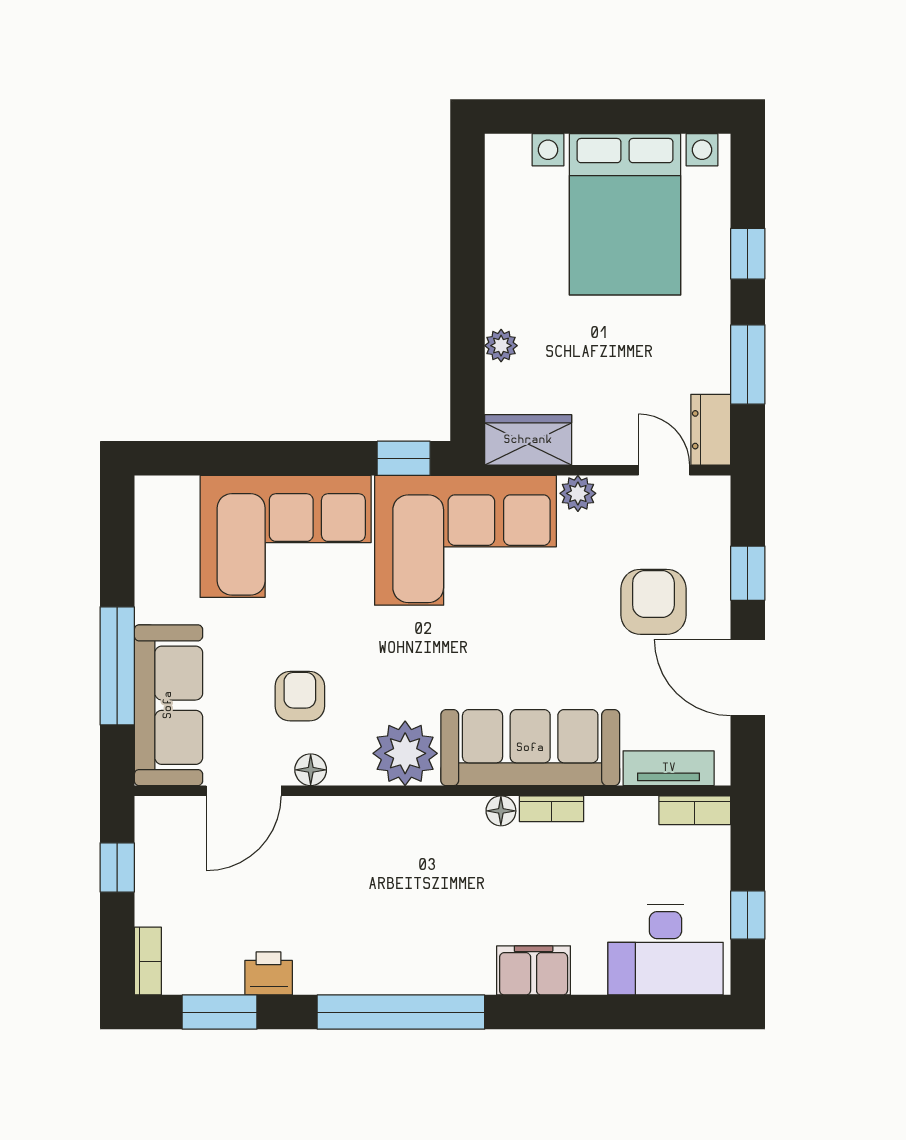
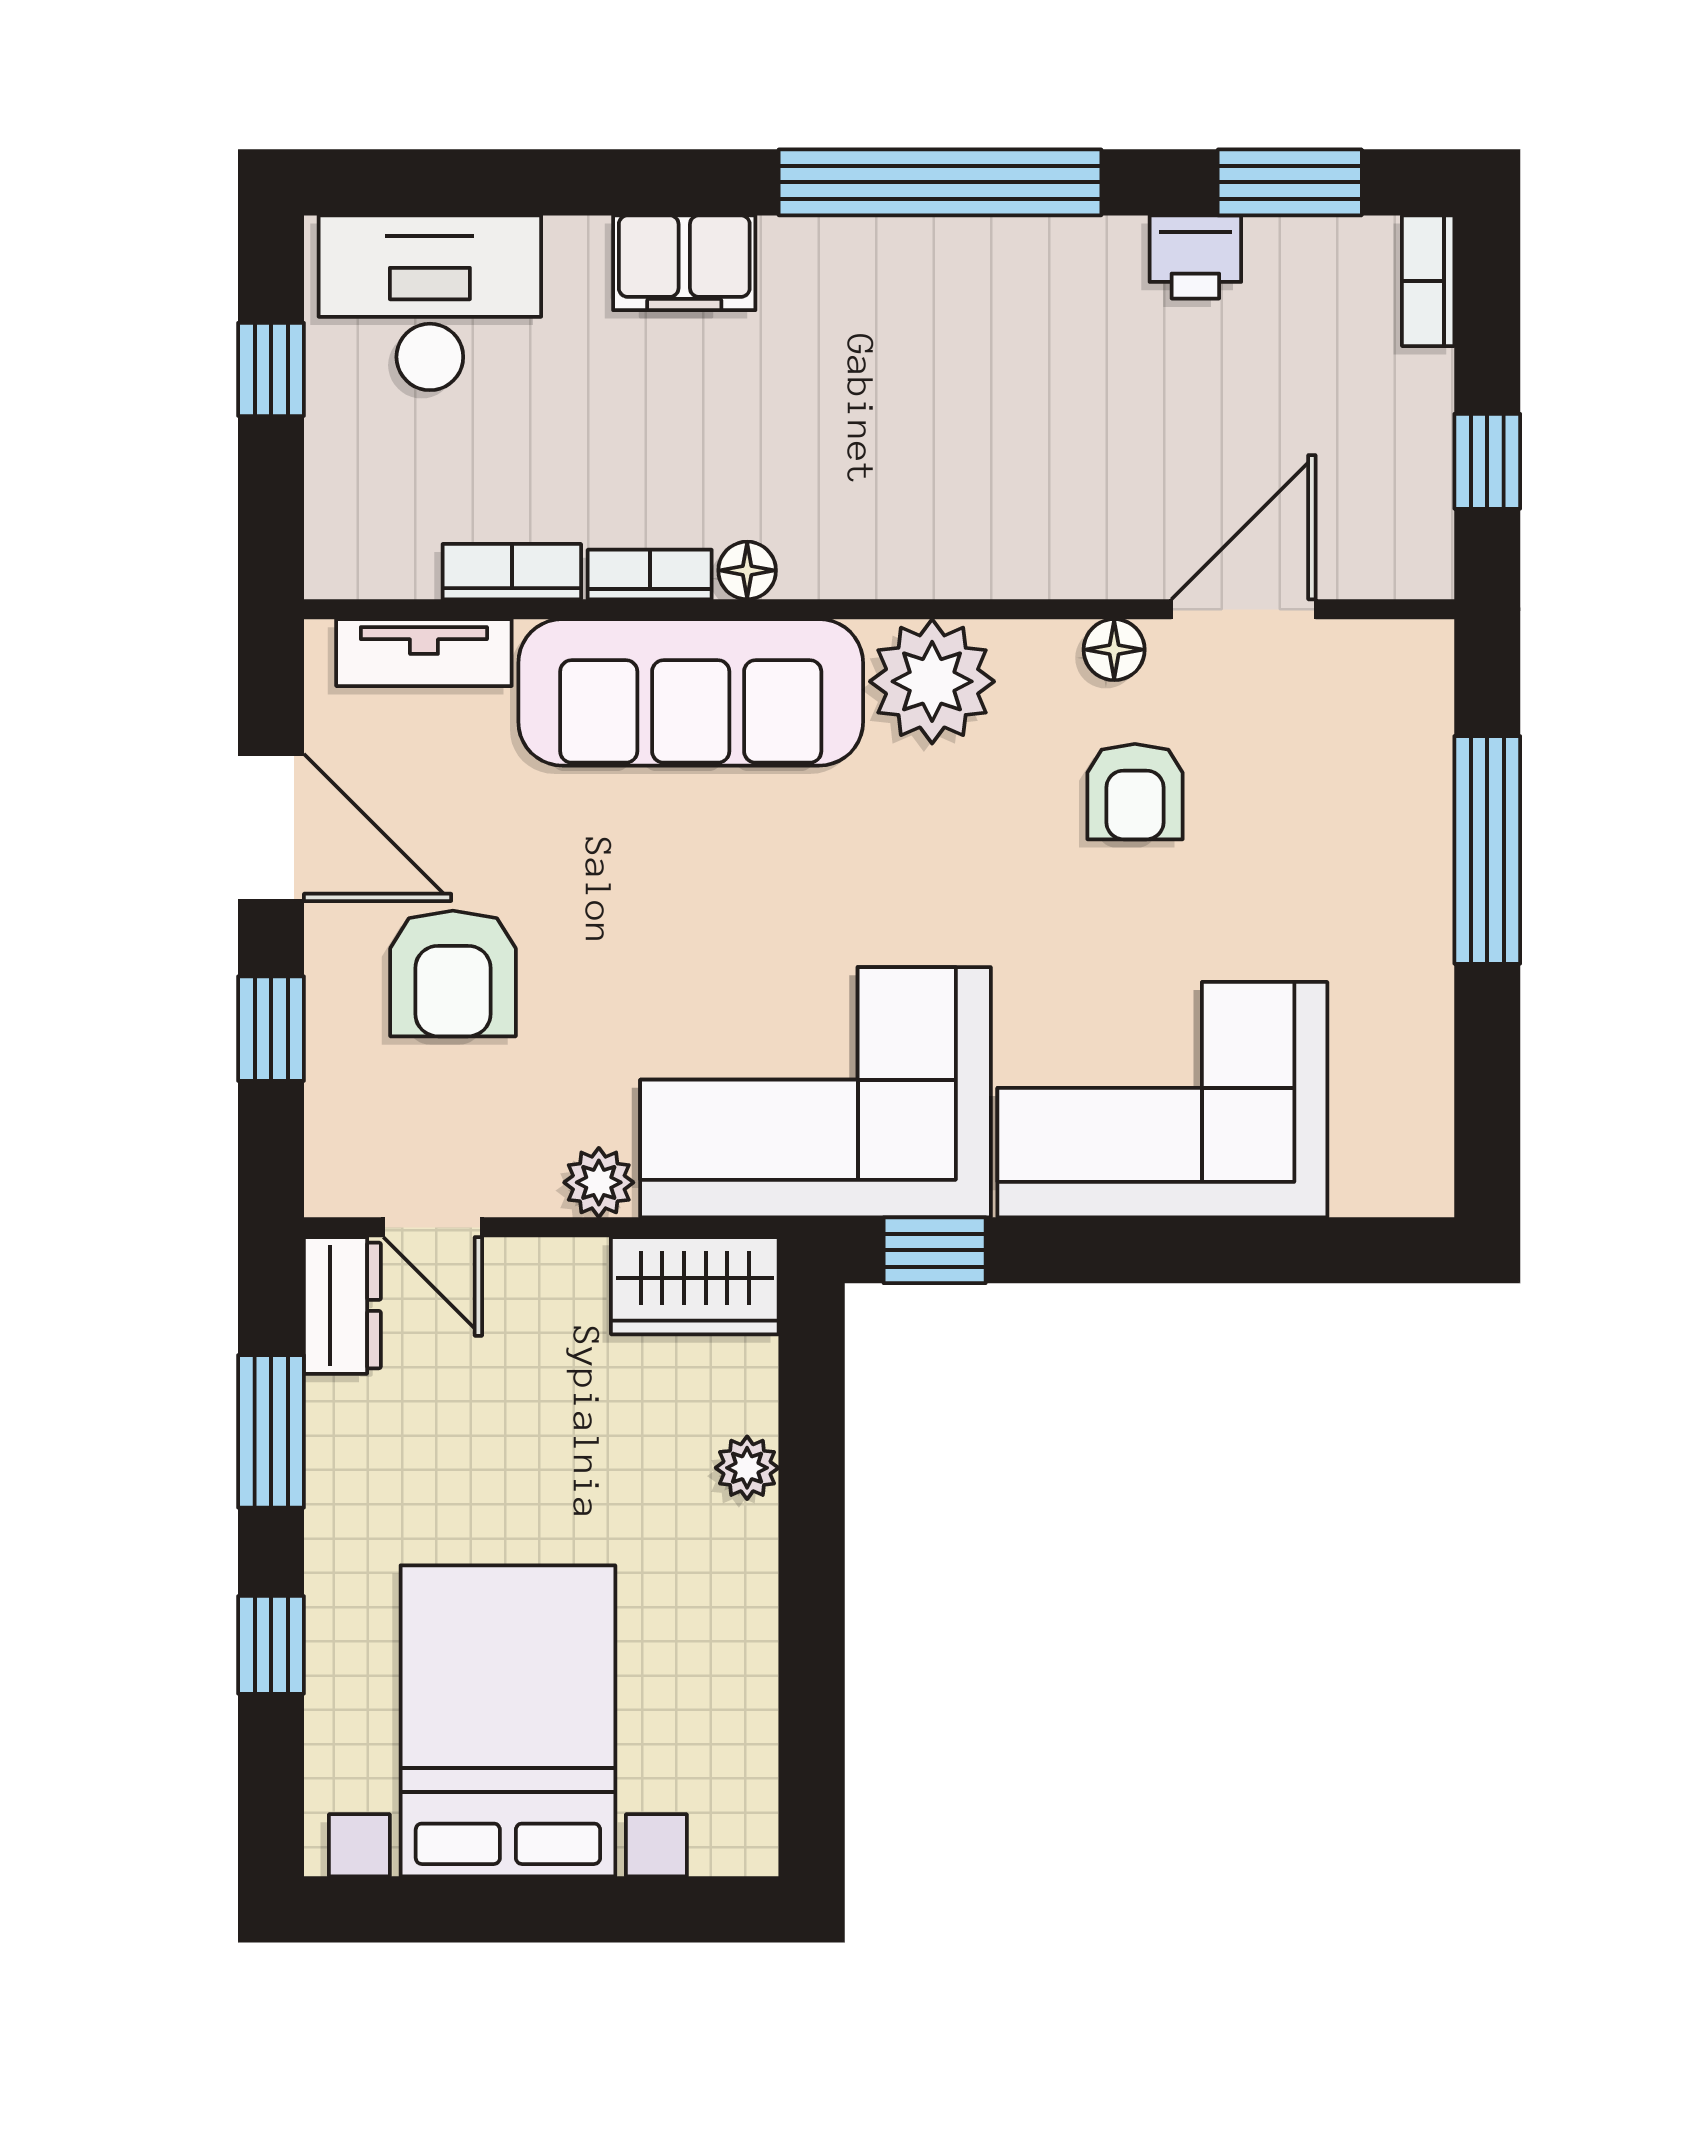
sofa: (168, 705) -> (1388, 774), removed
bookcase: (695, 810) -> (512, 572), moved

